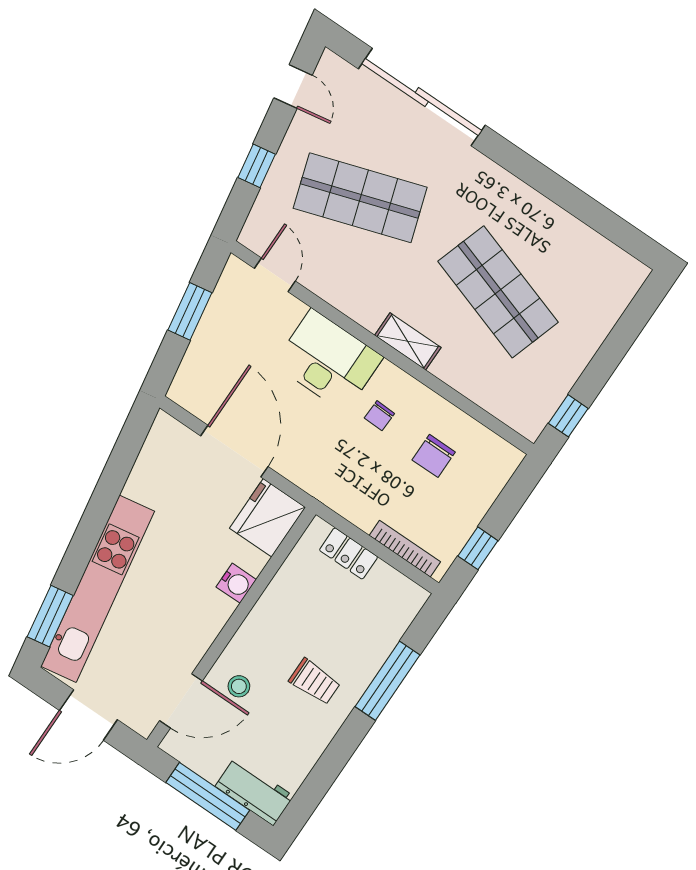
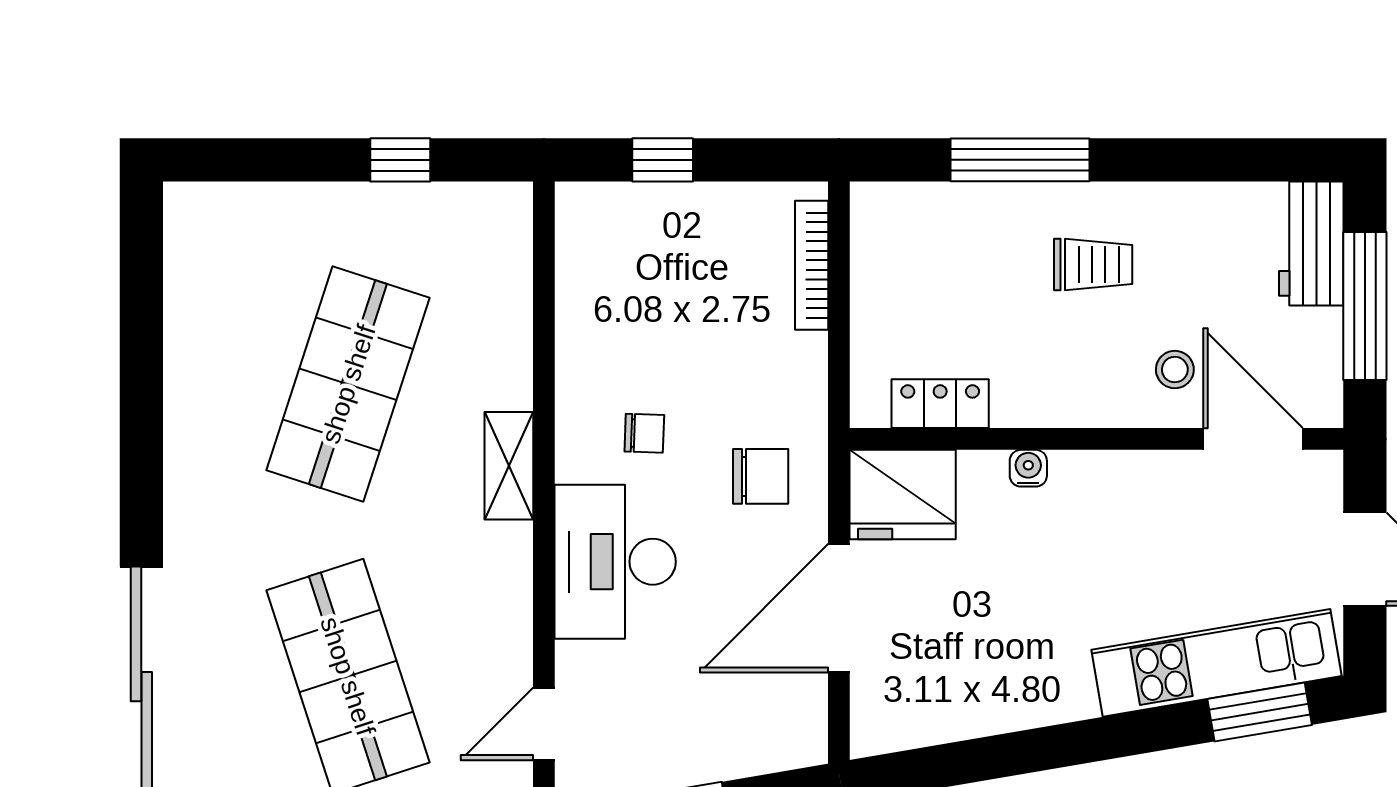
window: (568, 416) -> (400, 160), moved
chair: (434, 456) -> (761, 476), moved
window: (478, 548) -> (663, 160), moved
locker: (349, 553) -> (940, 404), moved, turned -90
water cooler: (236, 583) -> (1028, 468), width x0.72, depth x0.72
kitchen unit: (98, 589) -> (1217, 663), width x0.73
trolley: (315, 682) -> (1093, 265), turned 90

